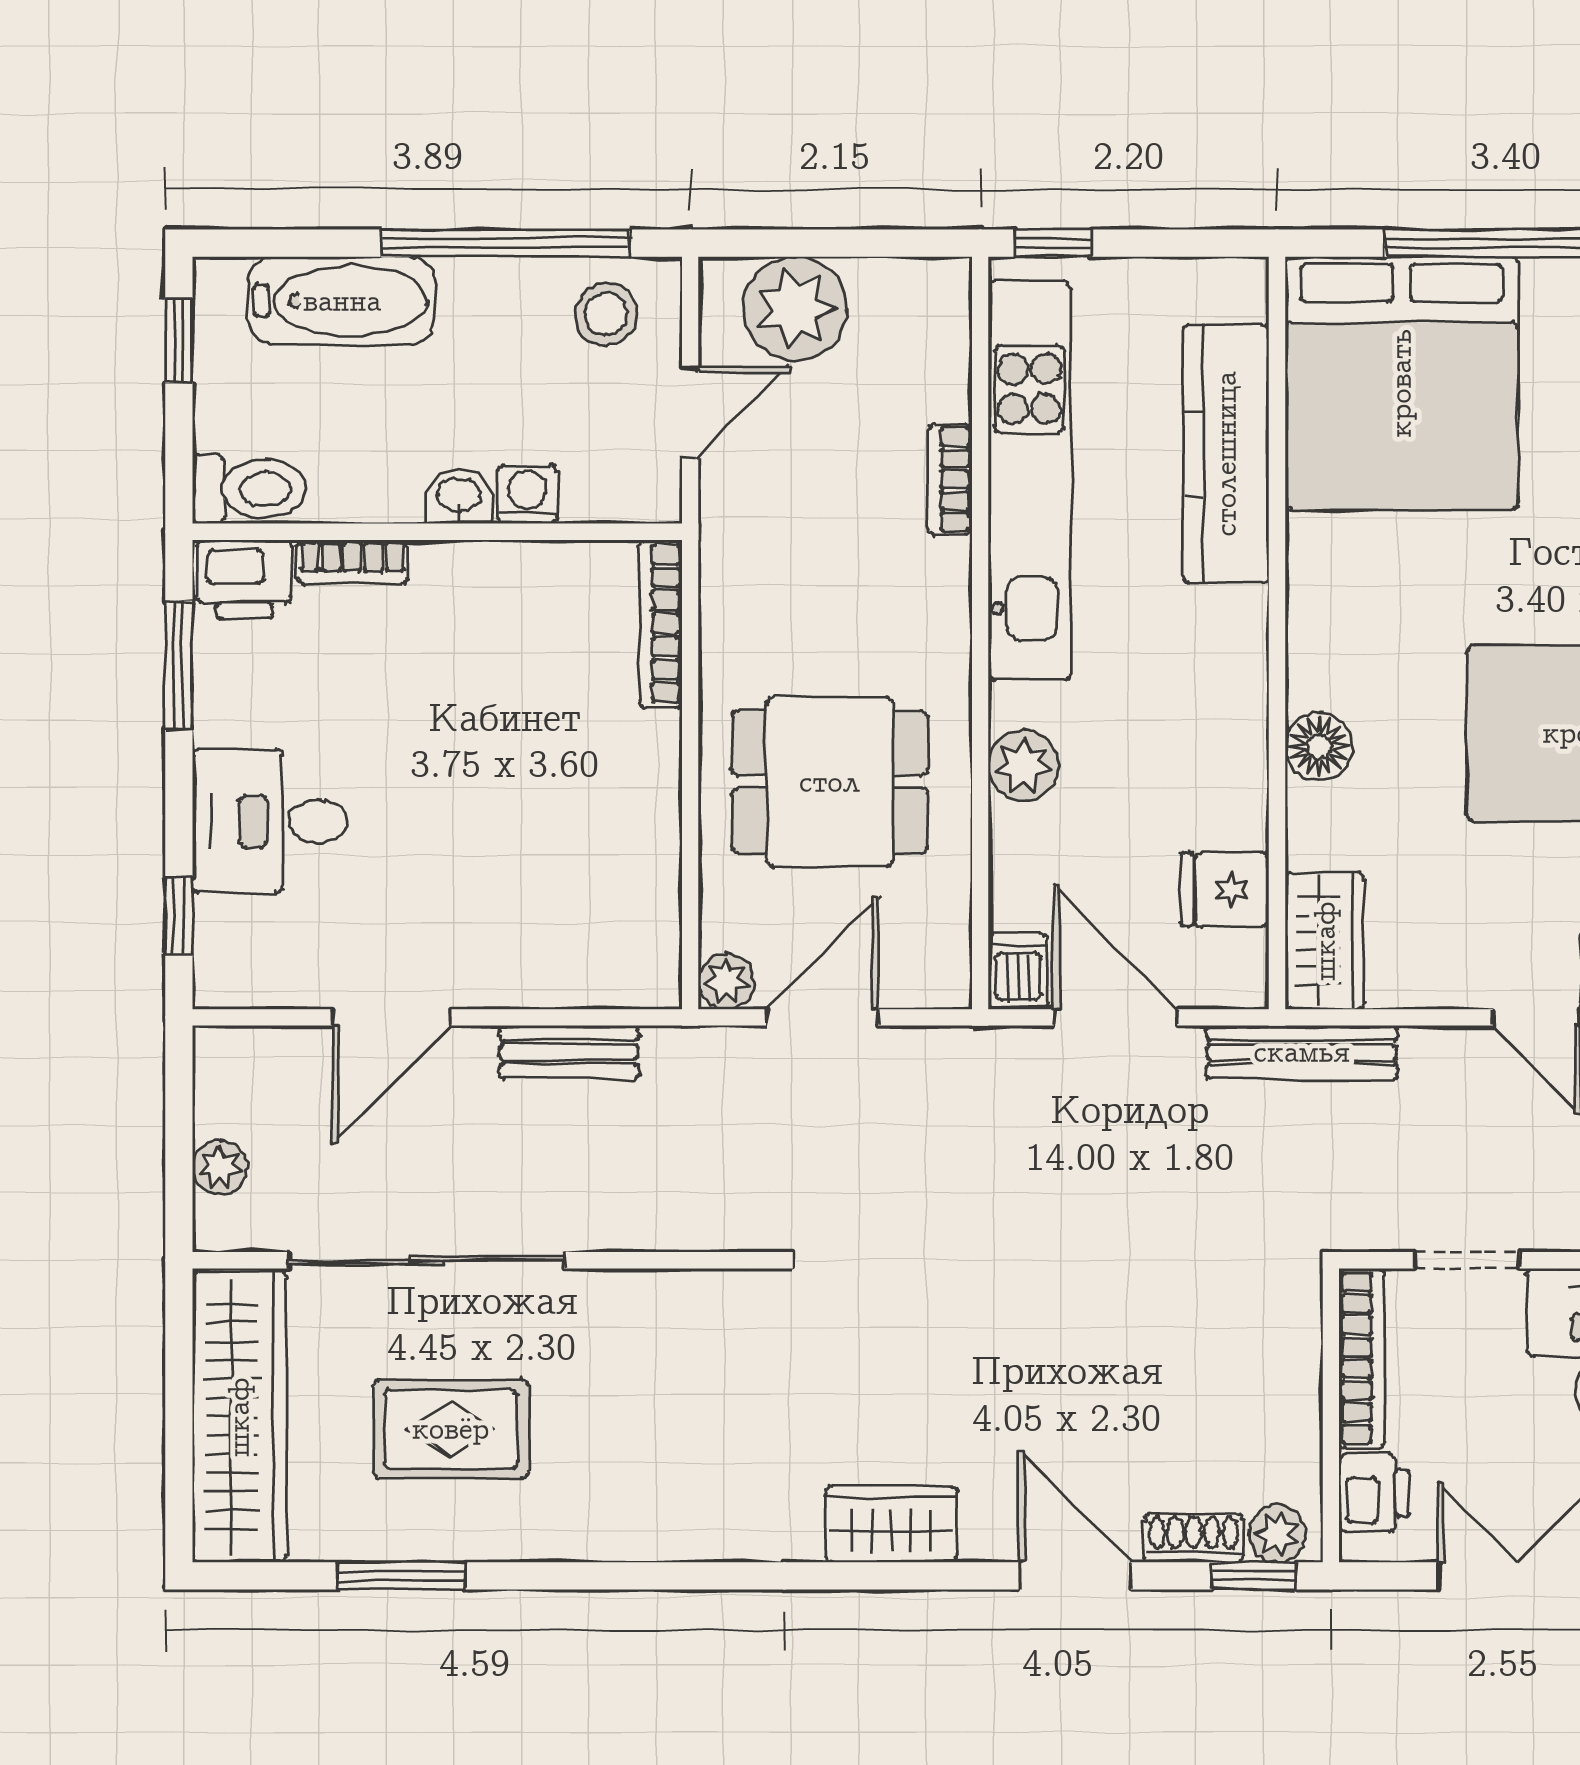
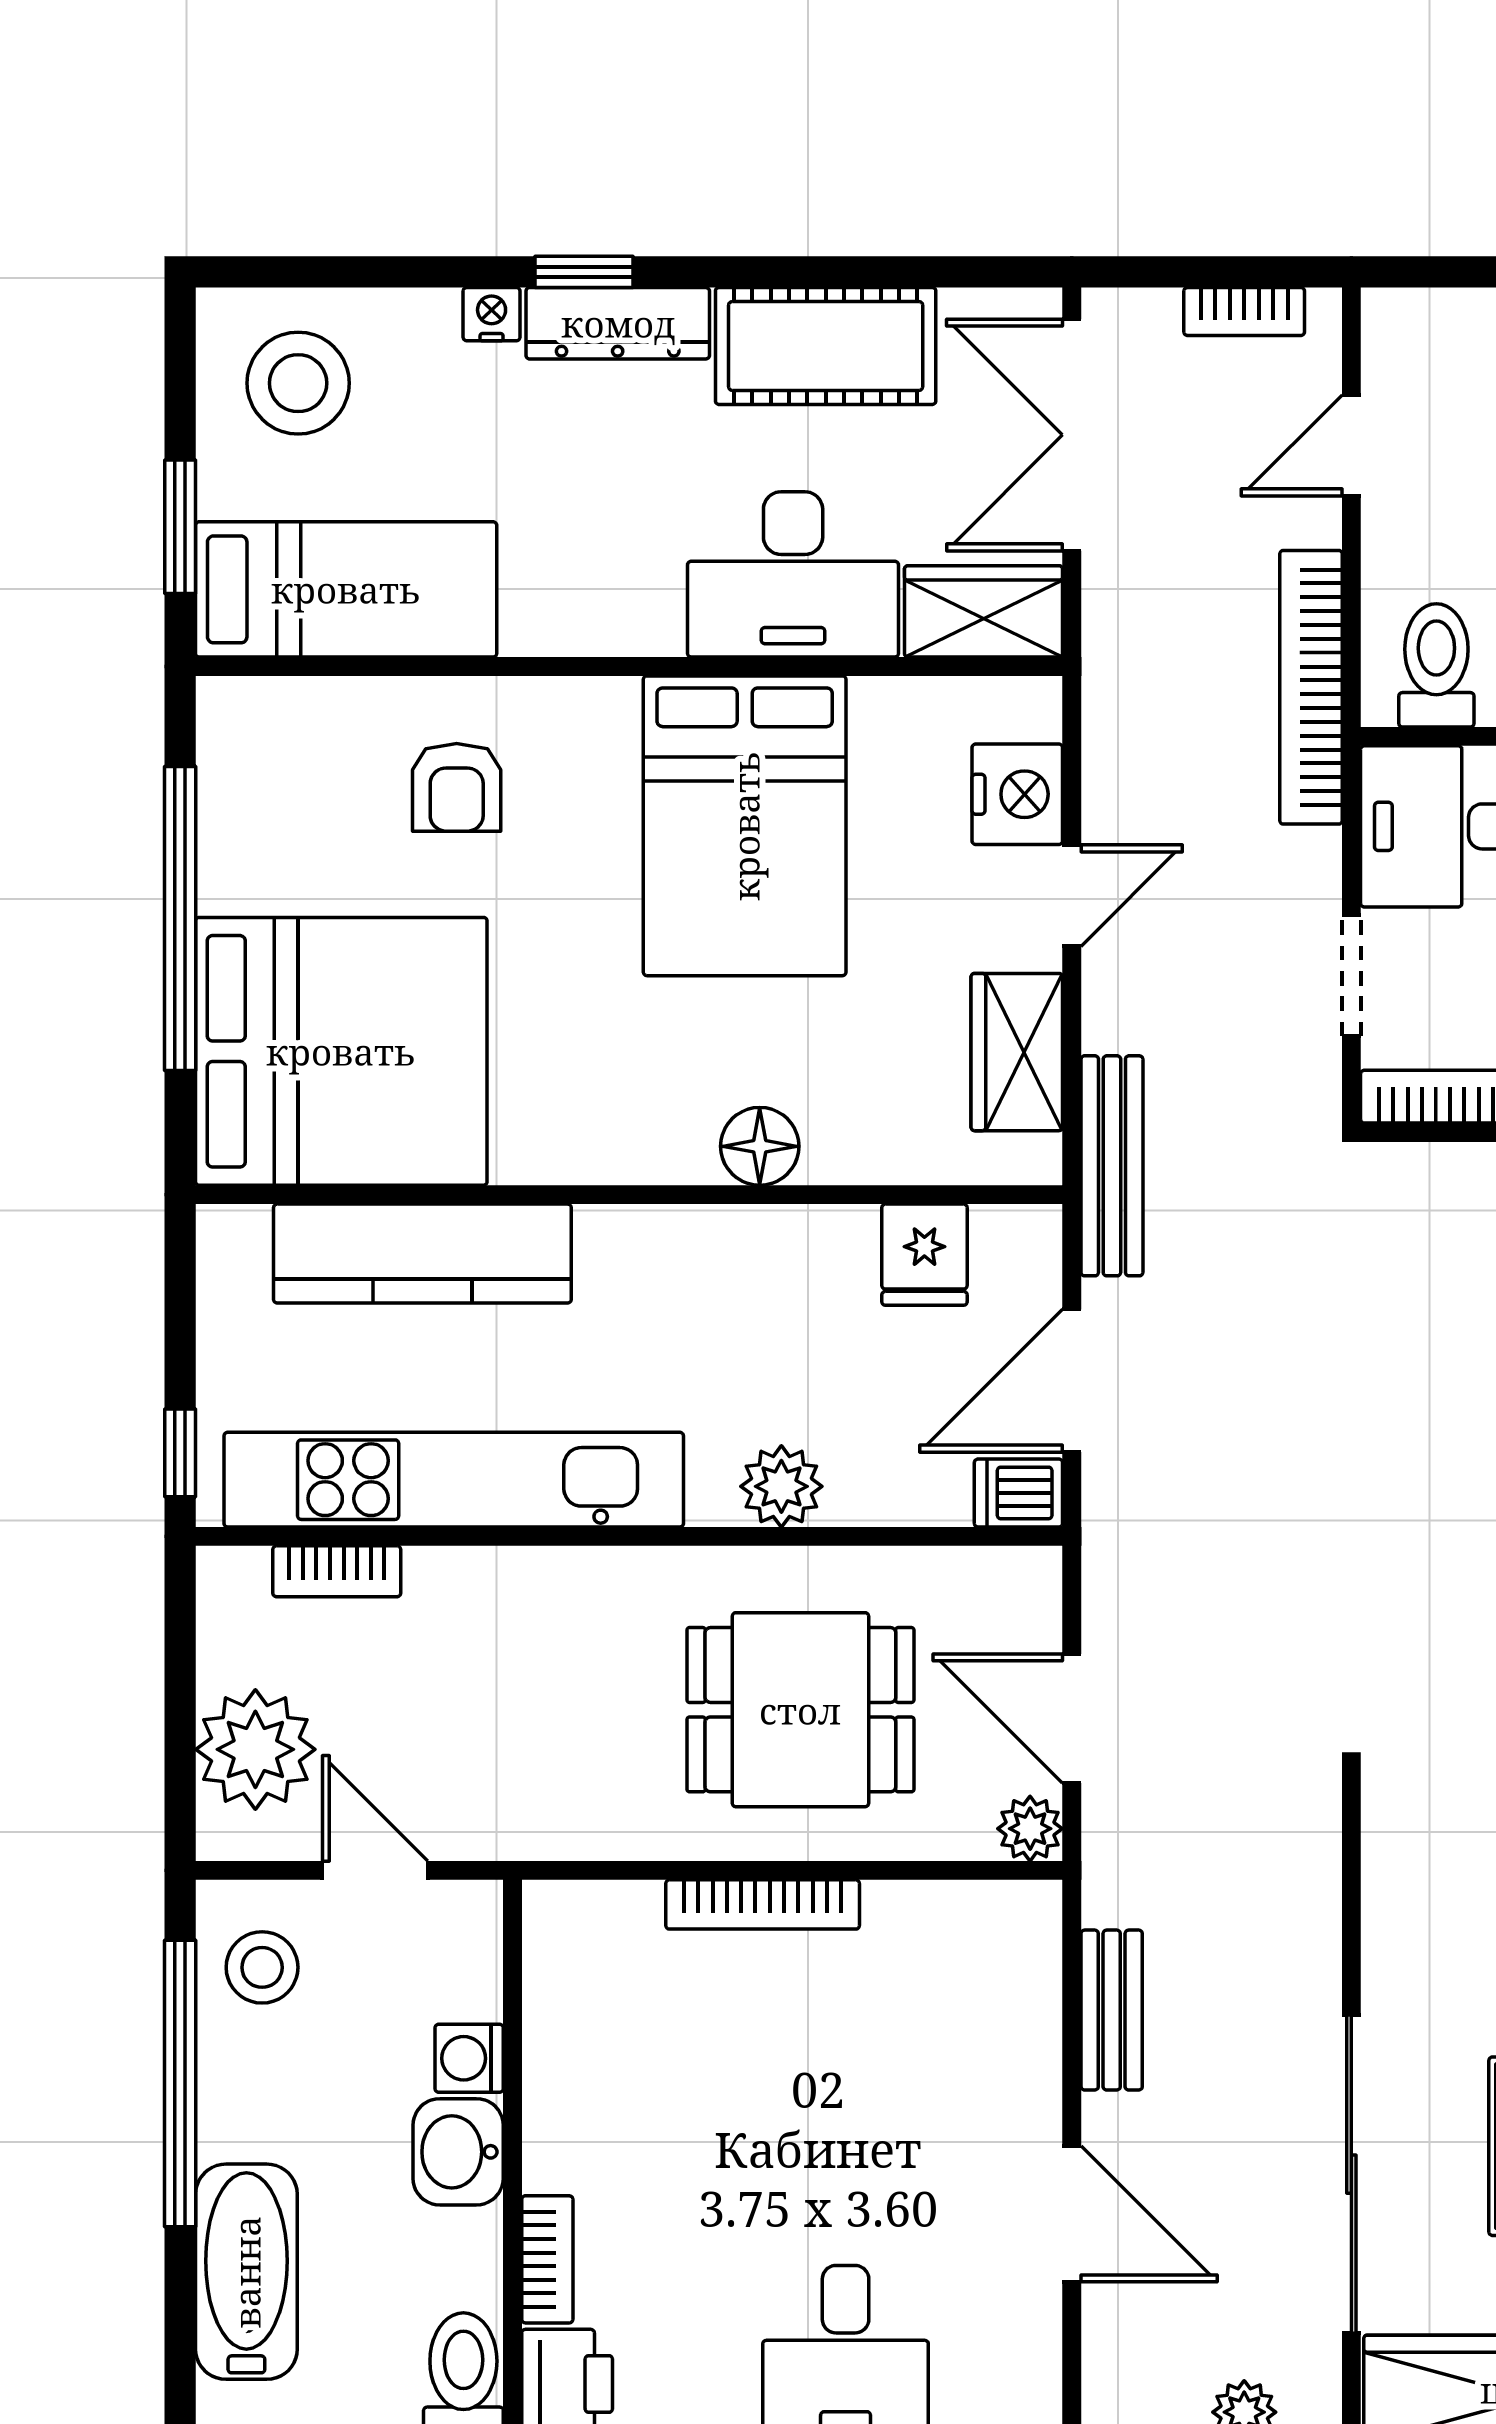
bookcase: (950, 479) -> (337, 1571), moved
washbasin: (459, 497) -> (458, 2152), width x1.38, depth x1.45
bookcase: (661, 624) -> (763, 1904), moved
dining table: (830, 782) -> (800, 1710), turned 90
wardrobe: (1325, 941) -> (1017, 1052), moved, turned -90

